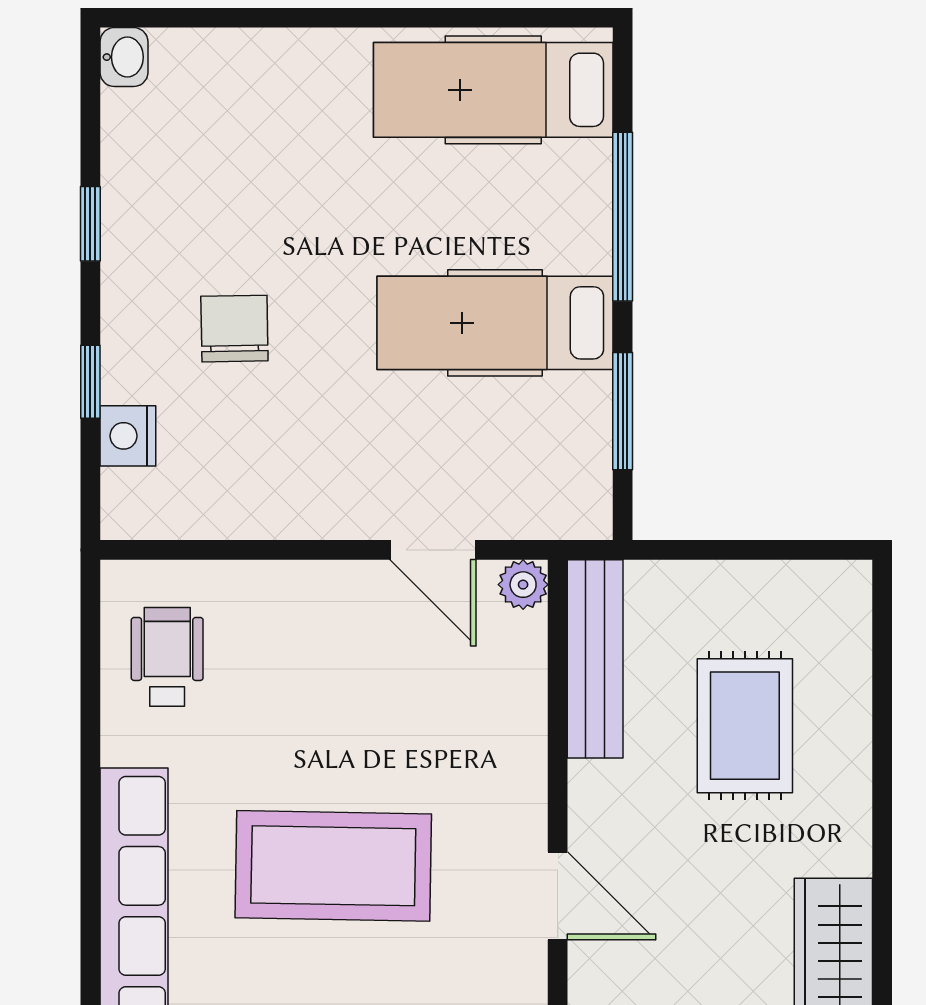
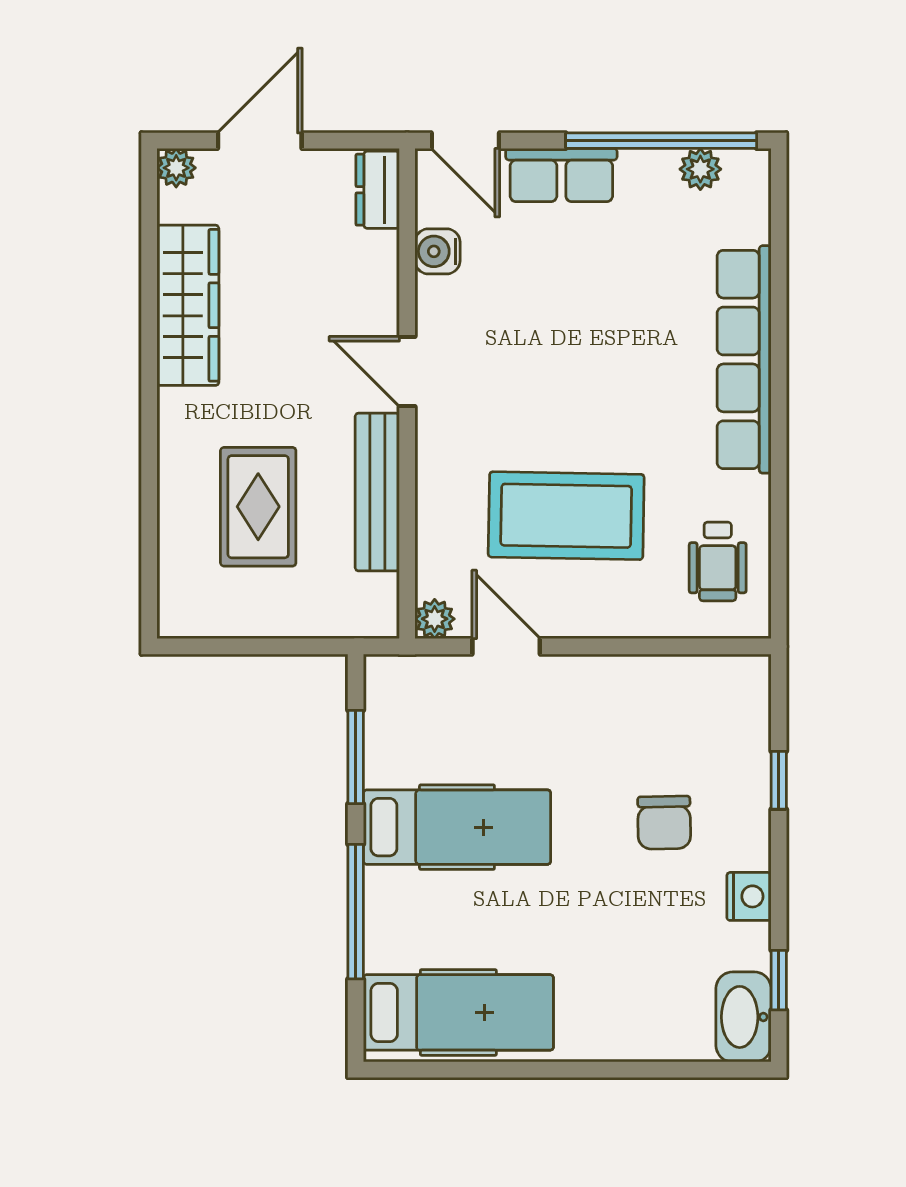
washbasin: (124, 57) -> (743, 1017), width x1.91, depth x1.45
window: (90, 224) -> (779, 980), moved
nightstand: (128, 436) -> (749, 896), moved
bench: (595, 659) -> (377, 492), moved
coffee table: (333, 866) -> (566, 516), moved

